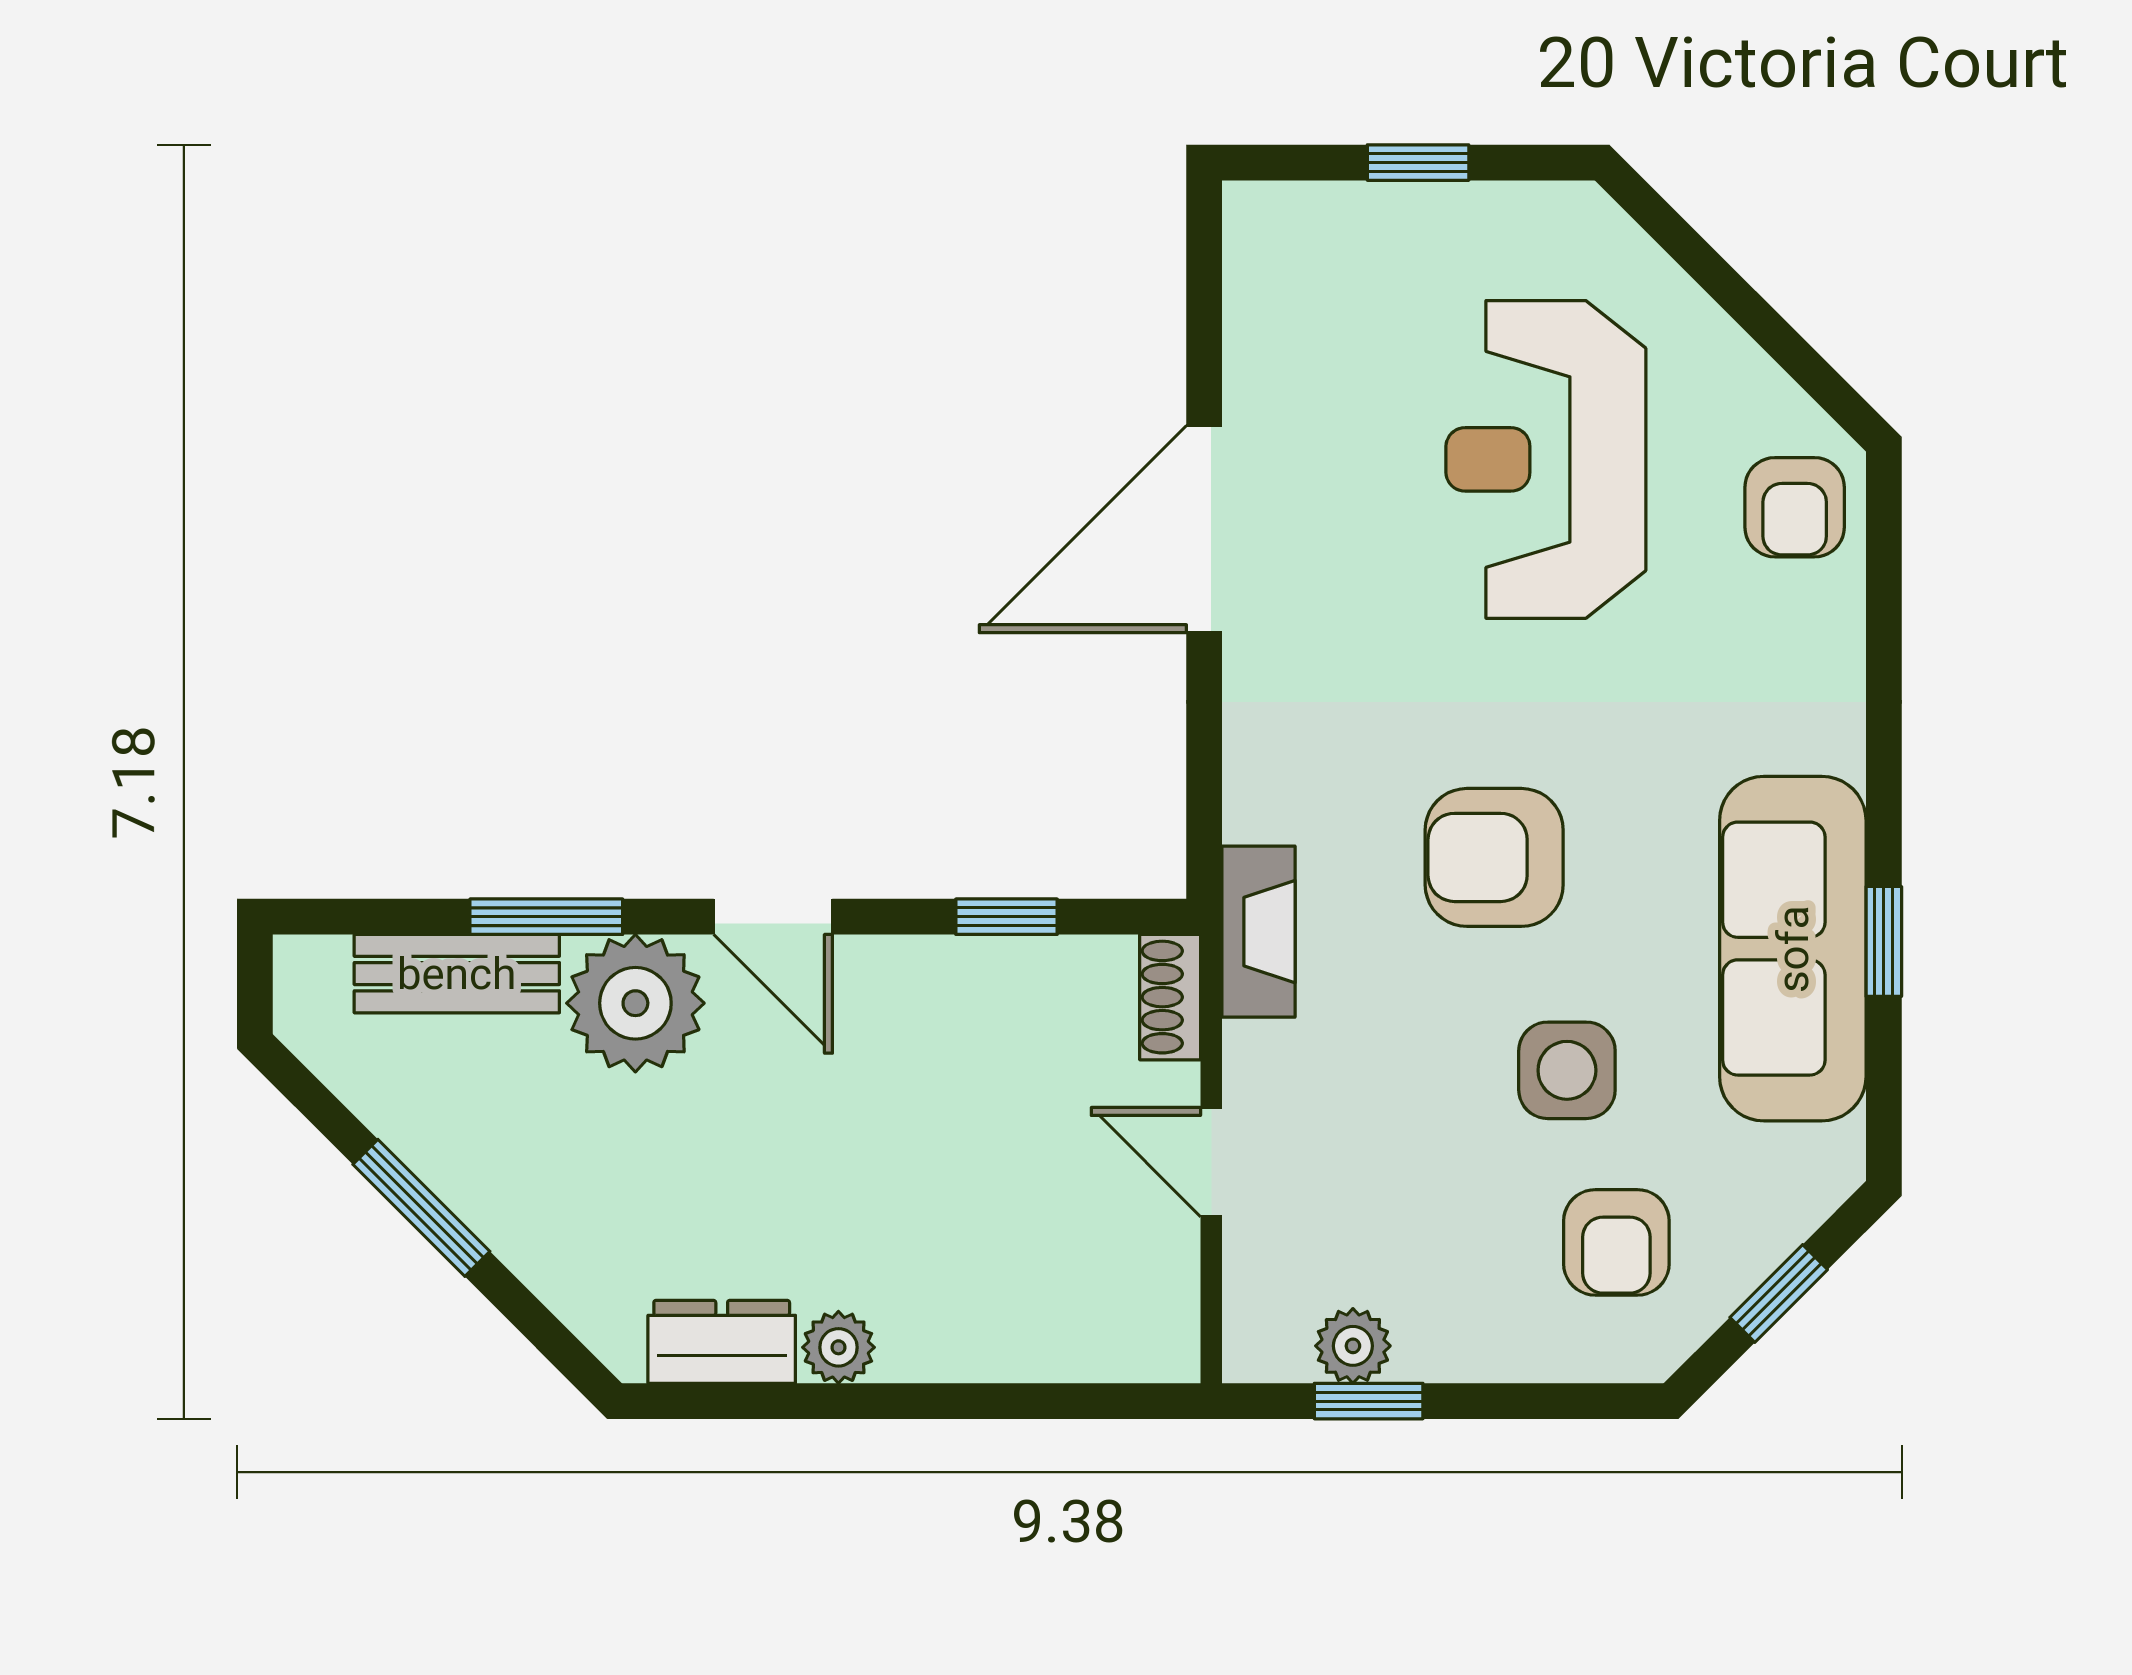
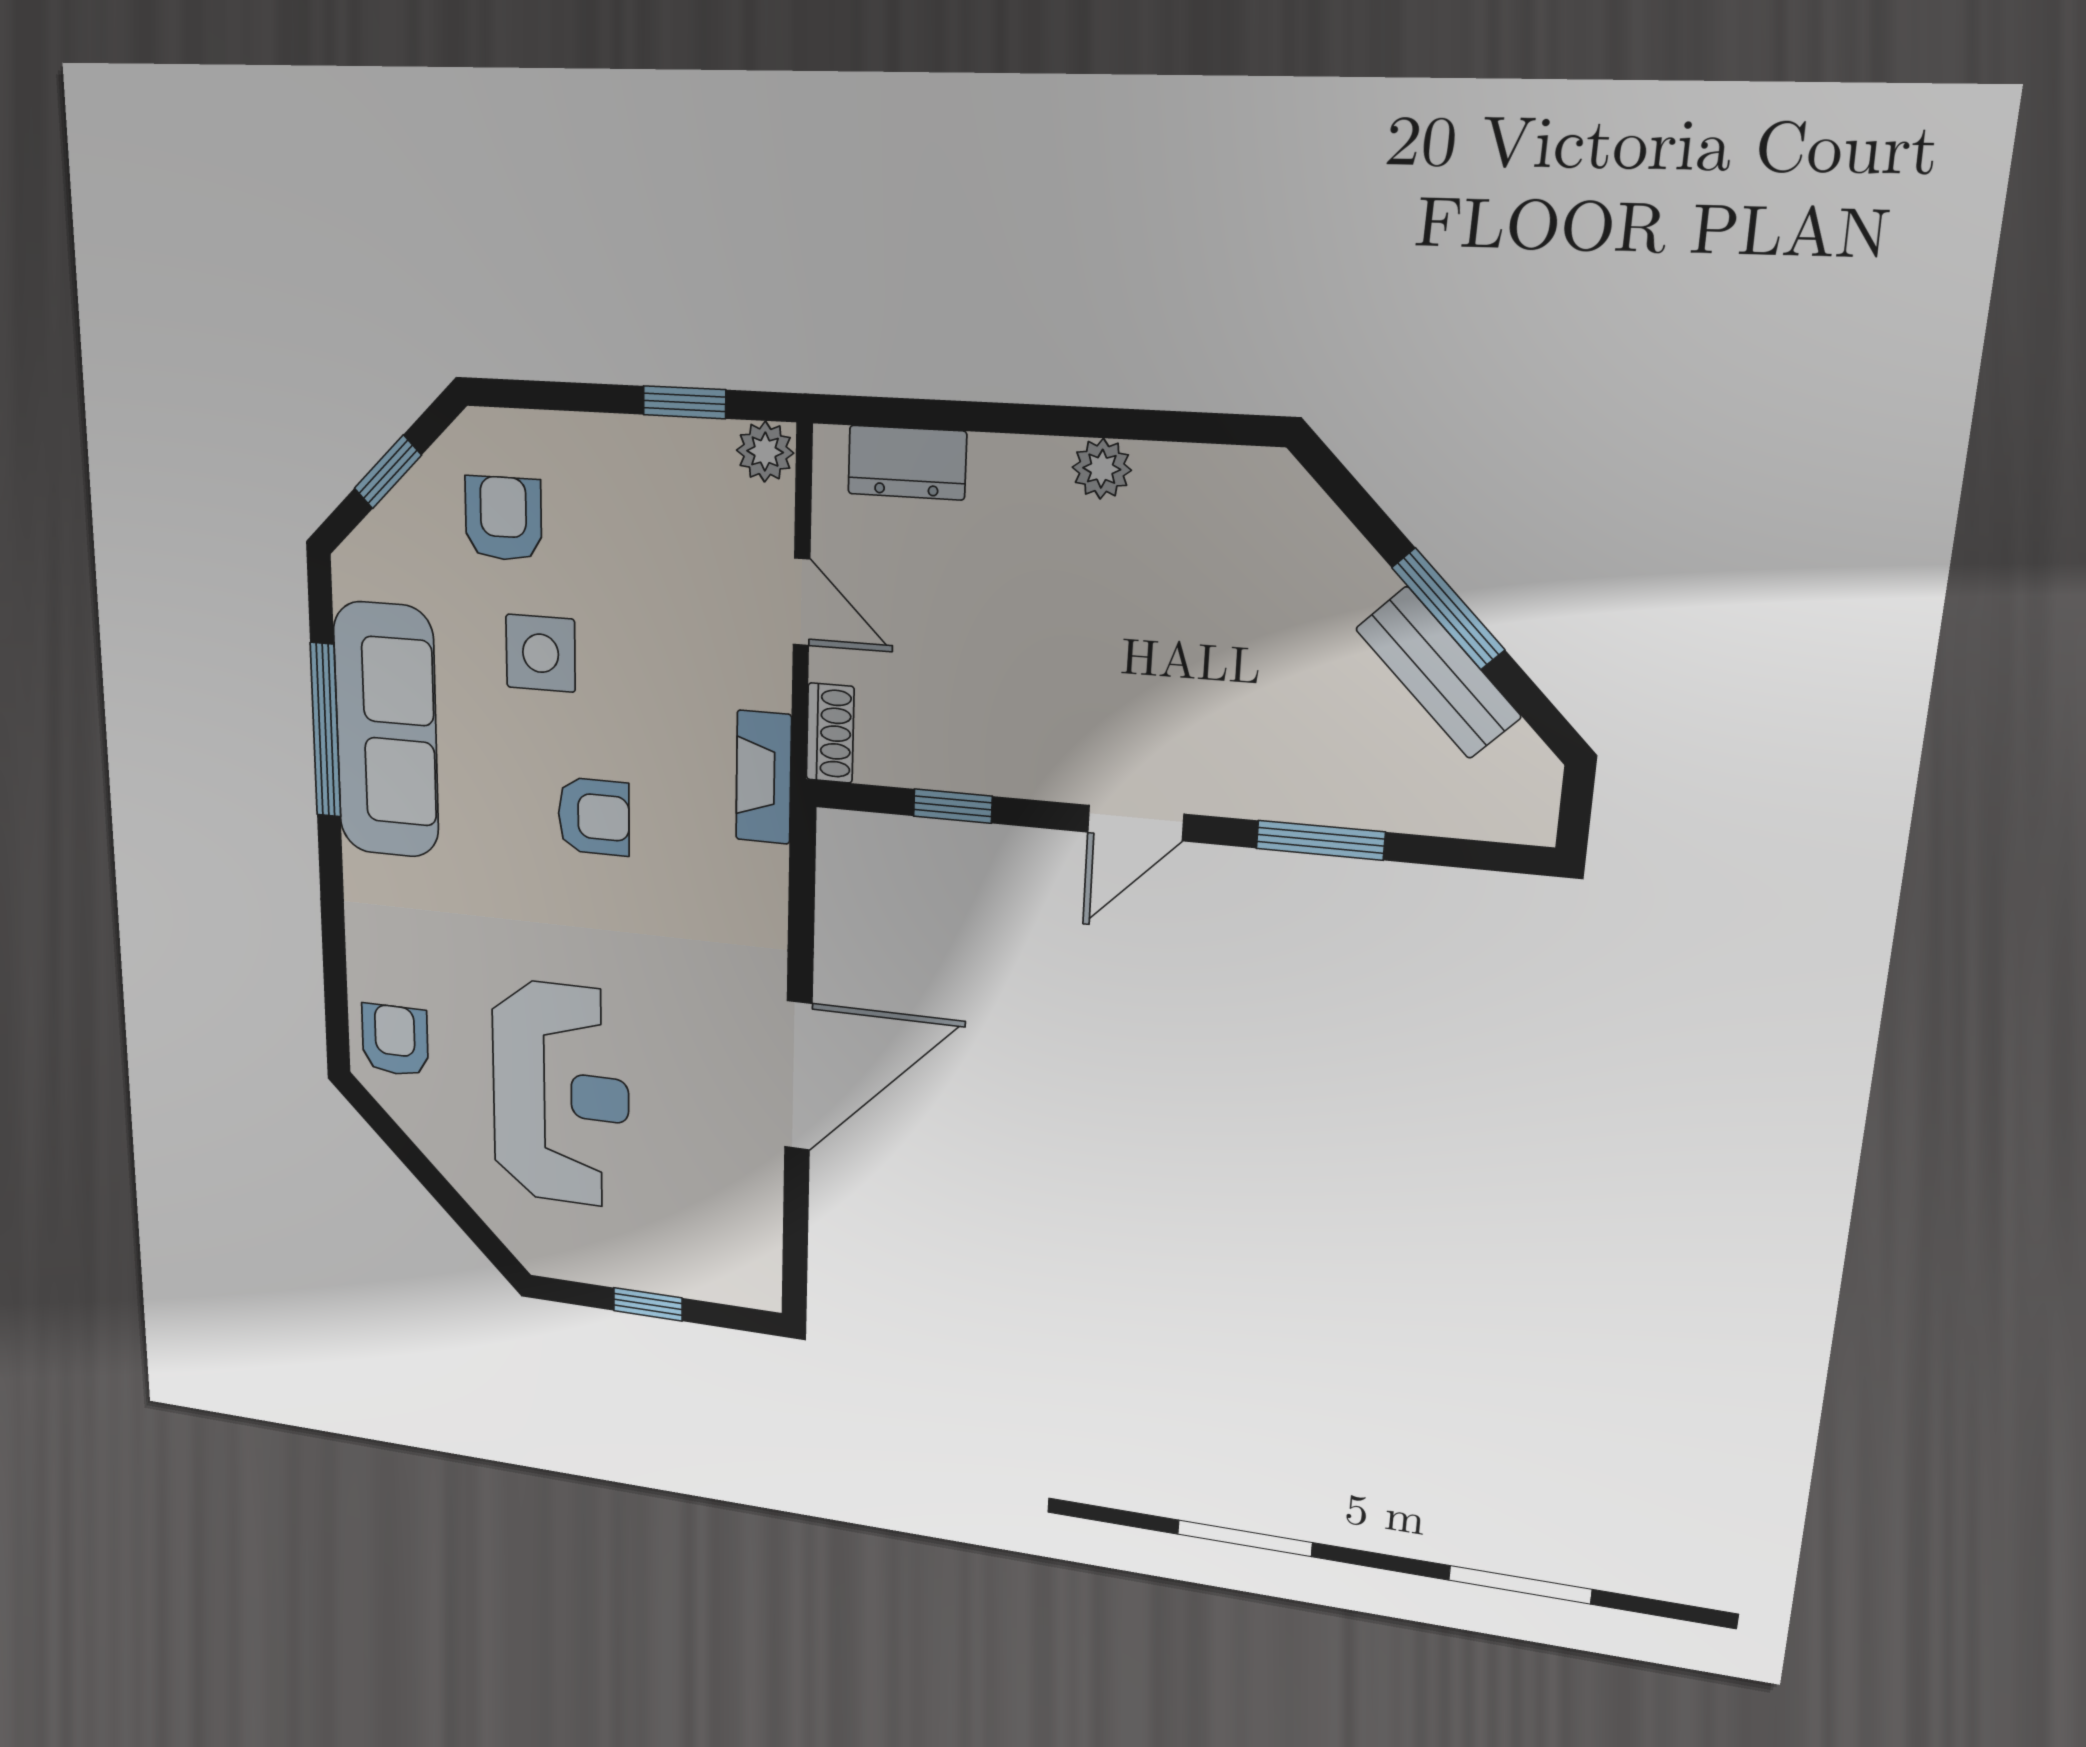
armchair: (1494, 857) -> (594, 817), width x0.72, depth x0.72
door: (773, 917) -> (1136, 823), swing flipped
window: (1884, 941) -> (325, 730), width x2.17
bench: (457, 974) -> (1438, 673), moved, turned 45
plant: (635, 1003) -> (1252, 764), removed
dresser: (722, 1342) -> (907, 463), moved
plant: (1353, 1346) -> (765, 452), moved

